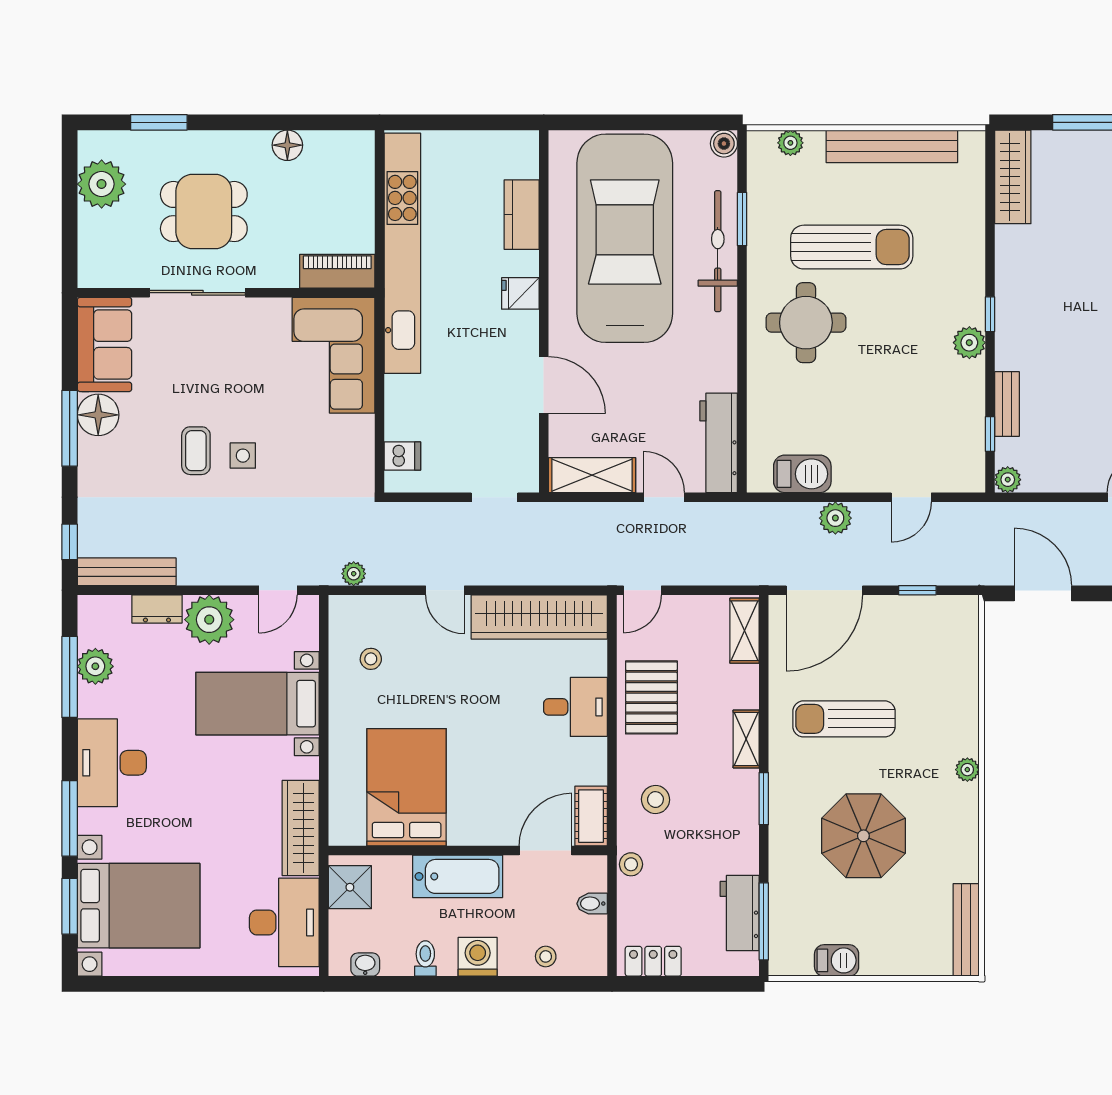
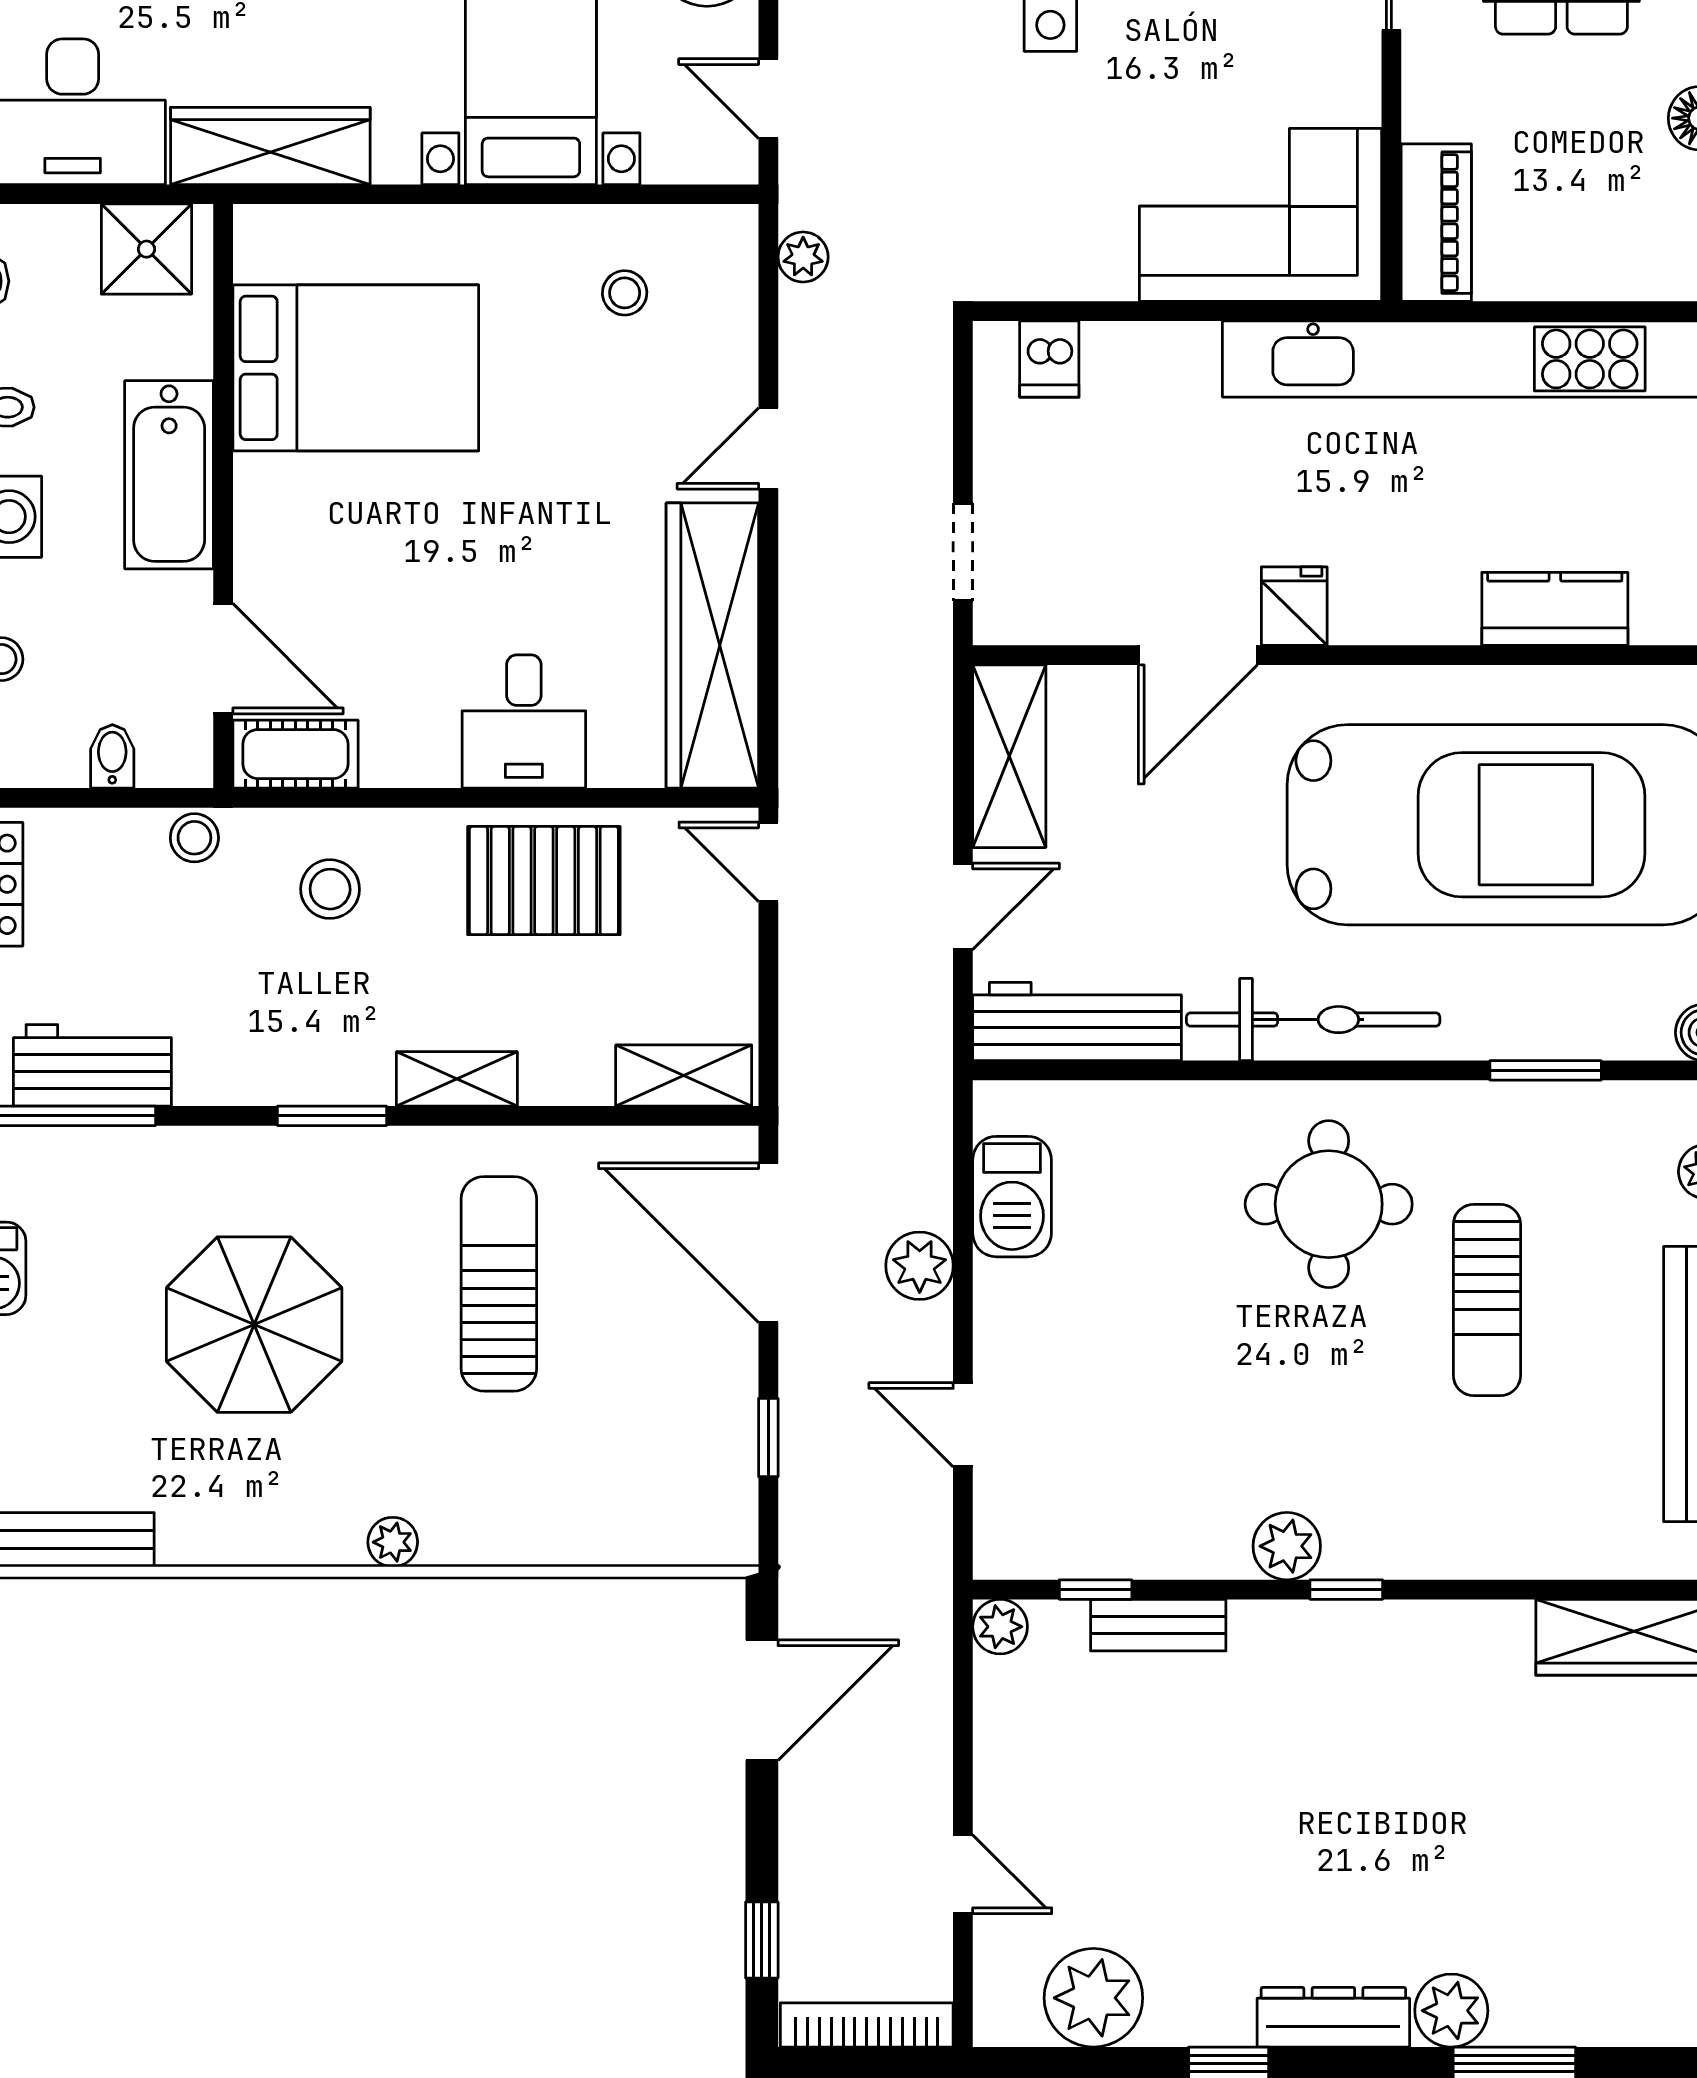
sun lounger: (852, 247) -> (1487, 1300), width x0.73, depth x0.75
bicycle: (718, 251) -> (1313, 1020), moved
fridge: (520, 293) -> (1294, 606), moved

